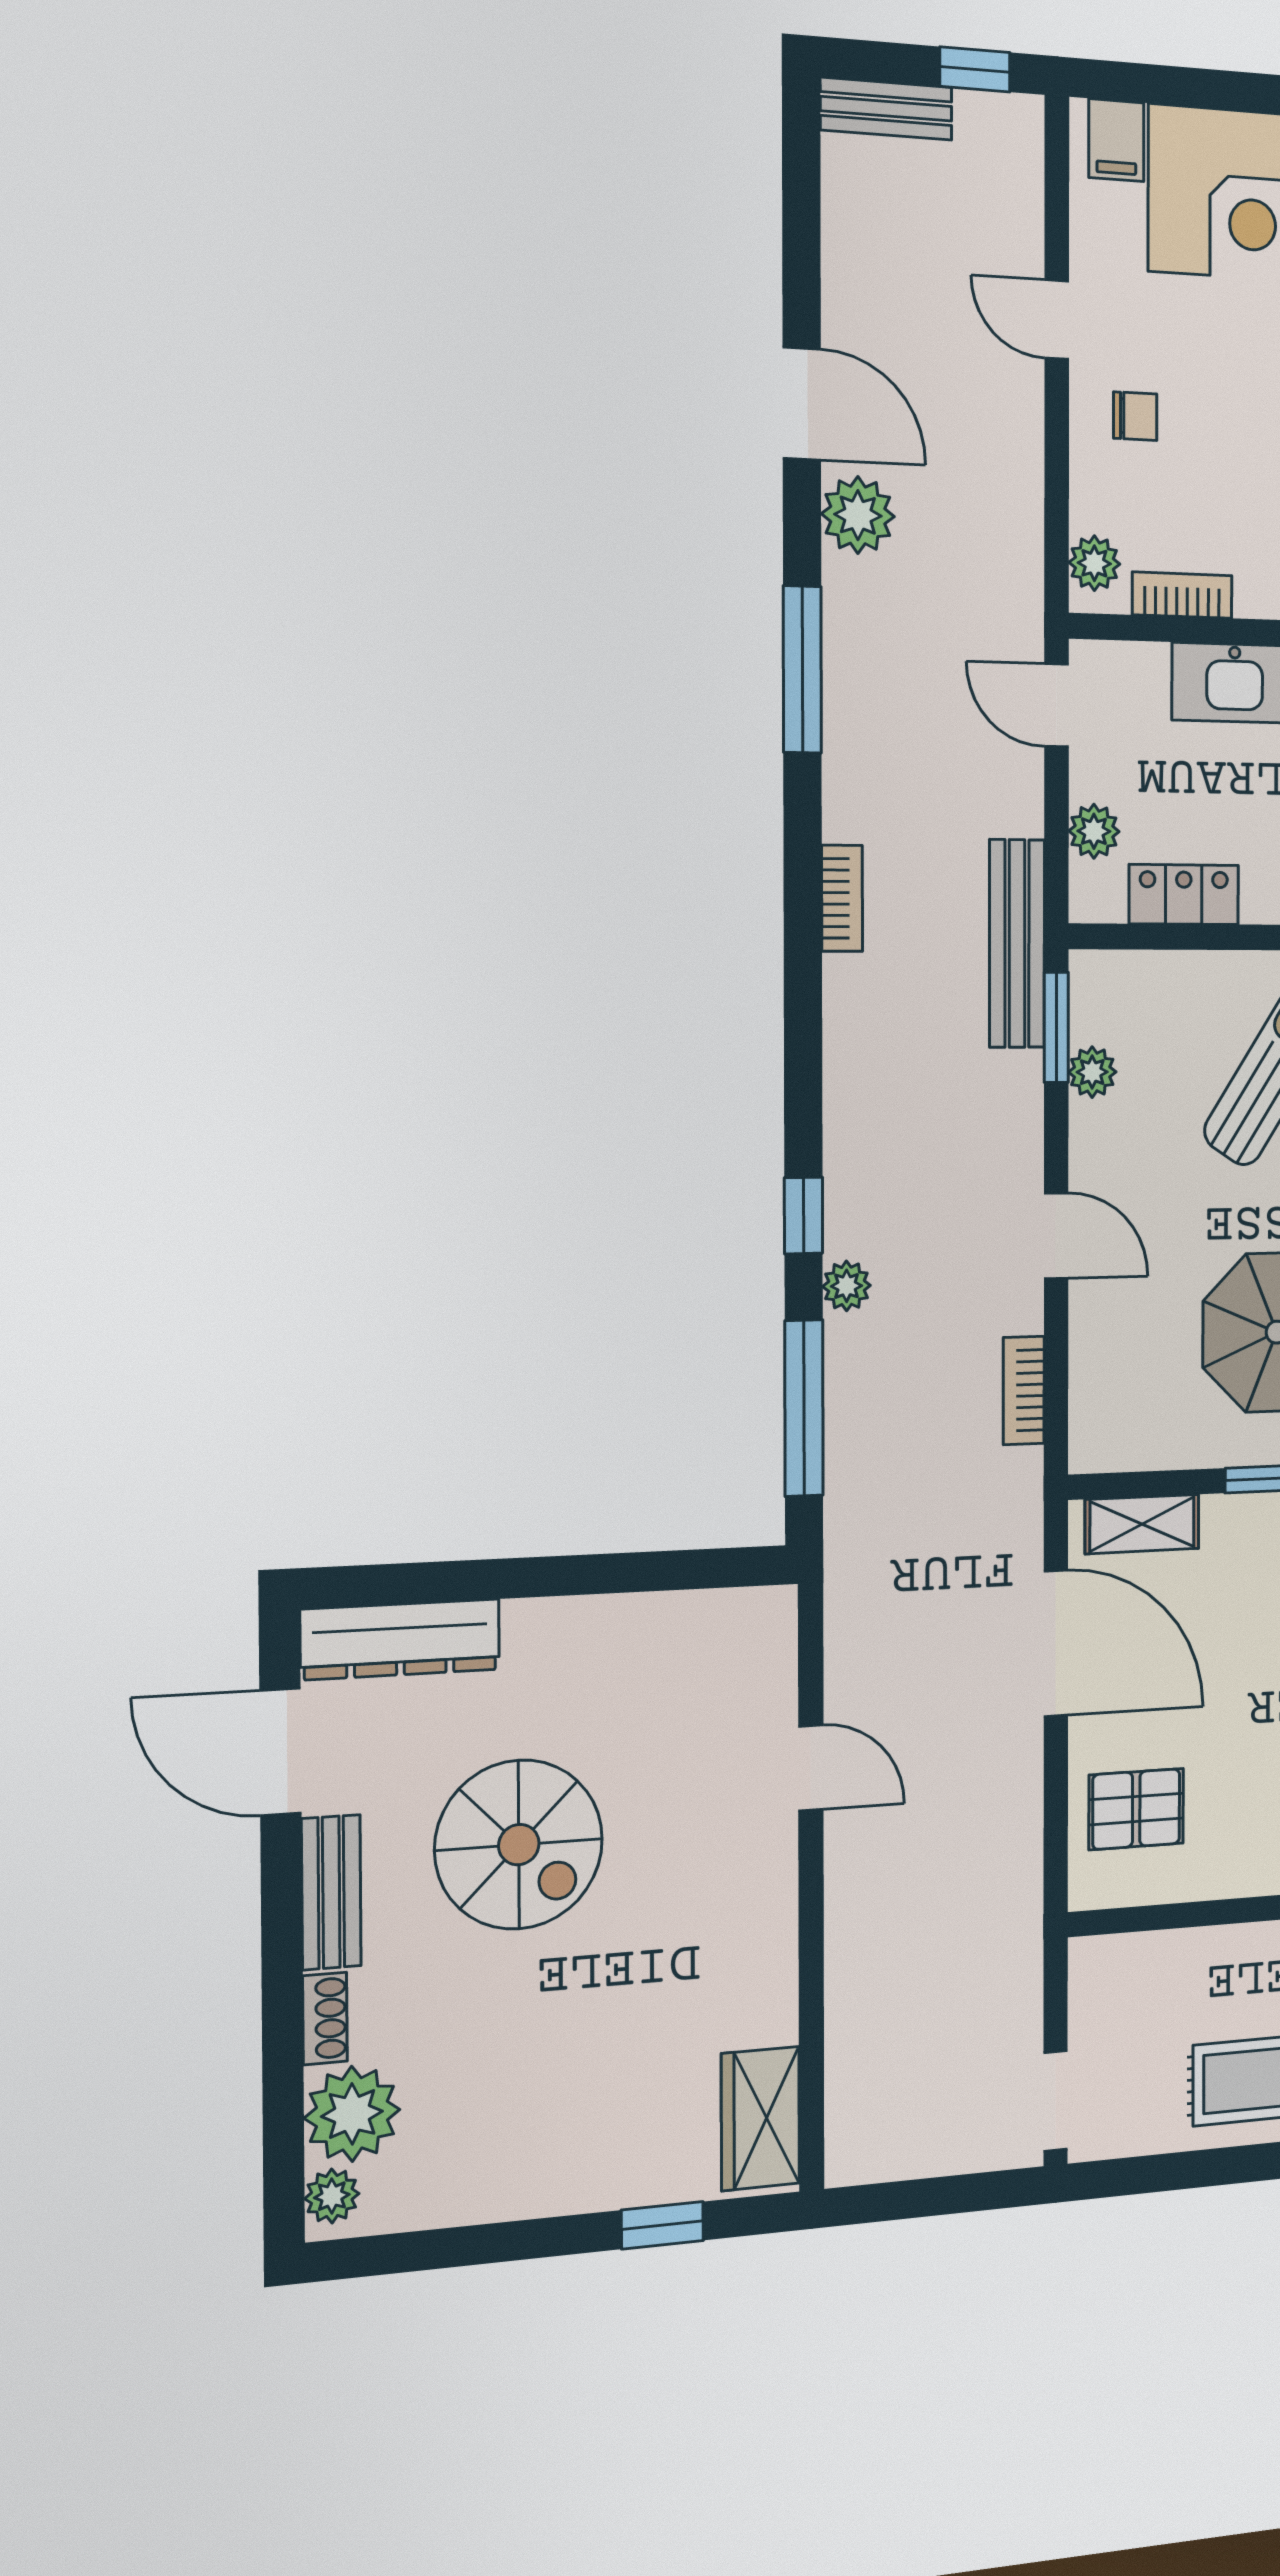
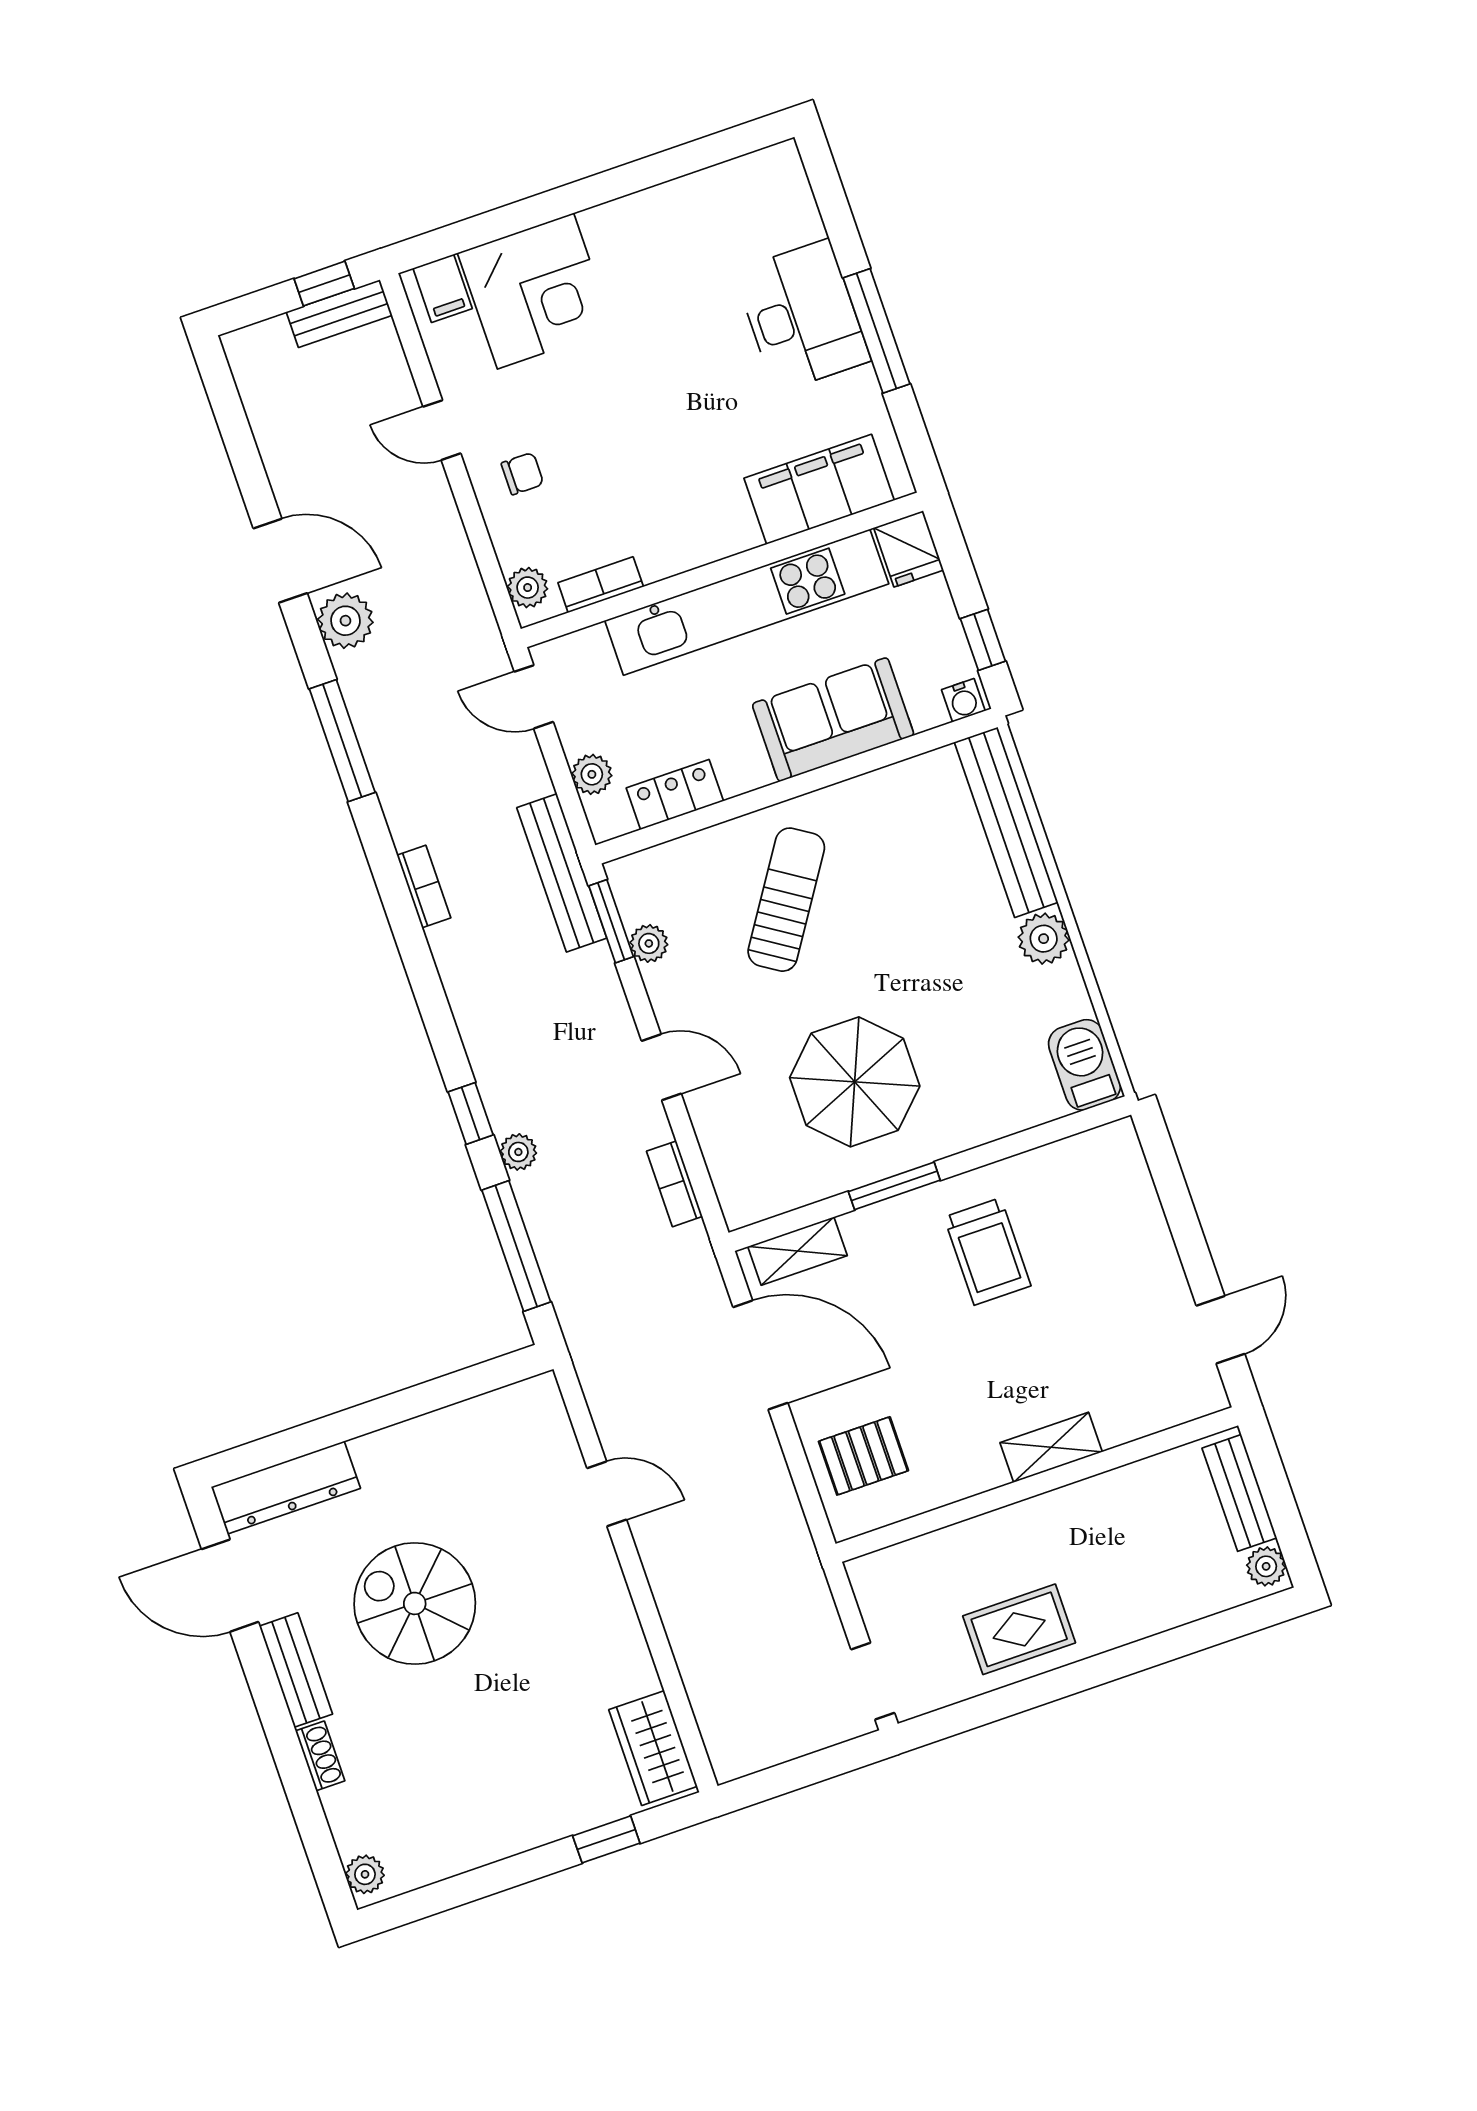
bench: (886, 109) -> (339, 314), moved
spiral stairs: (519, 1845) -> (415, 1603), turned 180
plant: (352, 2114) -> (360, 1816), removed

